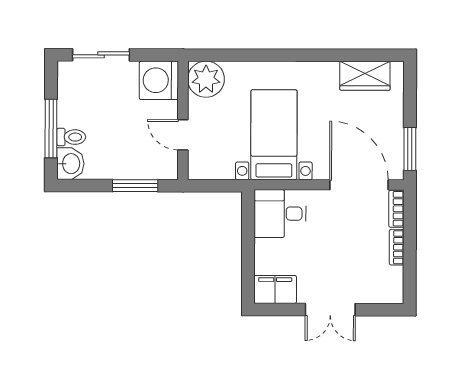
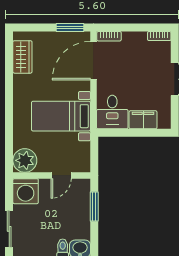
bookcase: (397, 247) -> (159, 36), moved
filing cabinet: (275, 289) -> (143, 120), moved, turned 90

